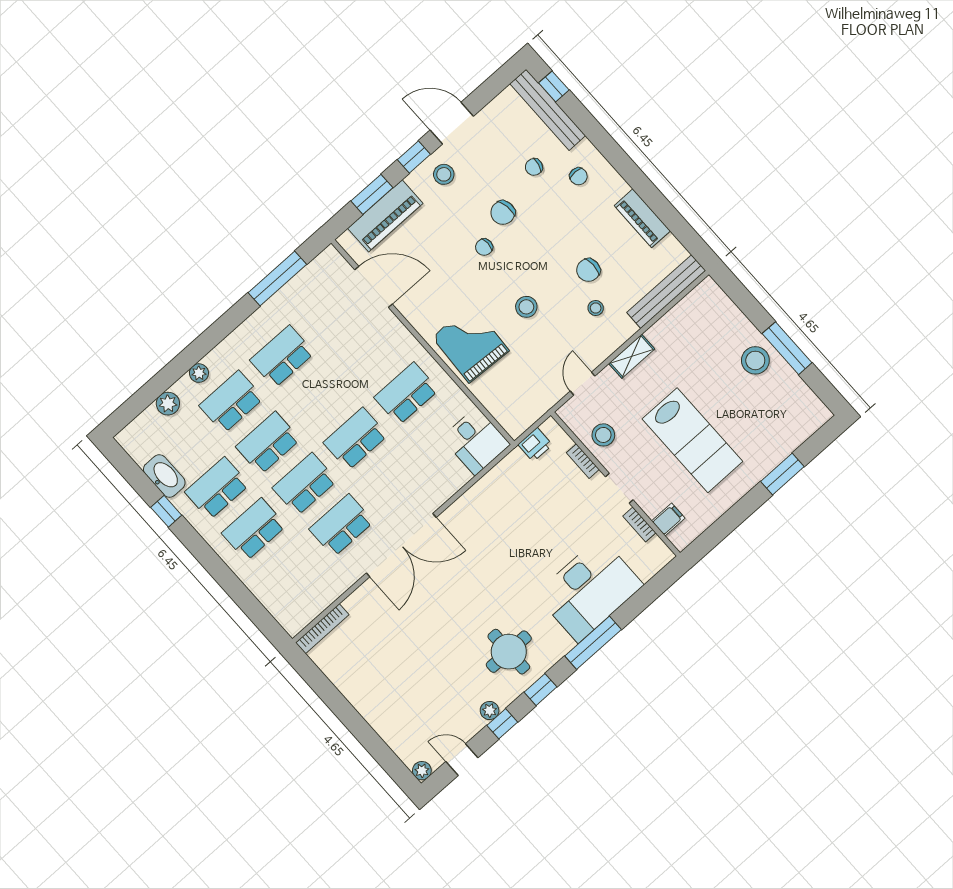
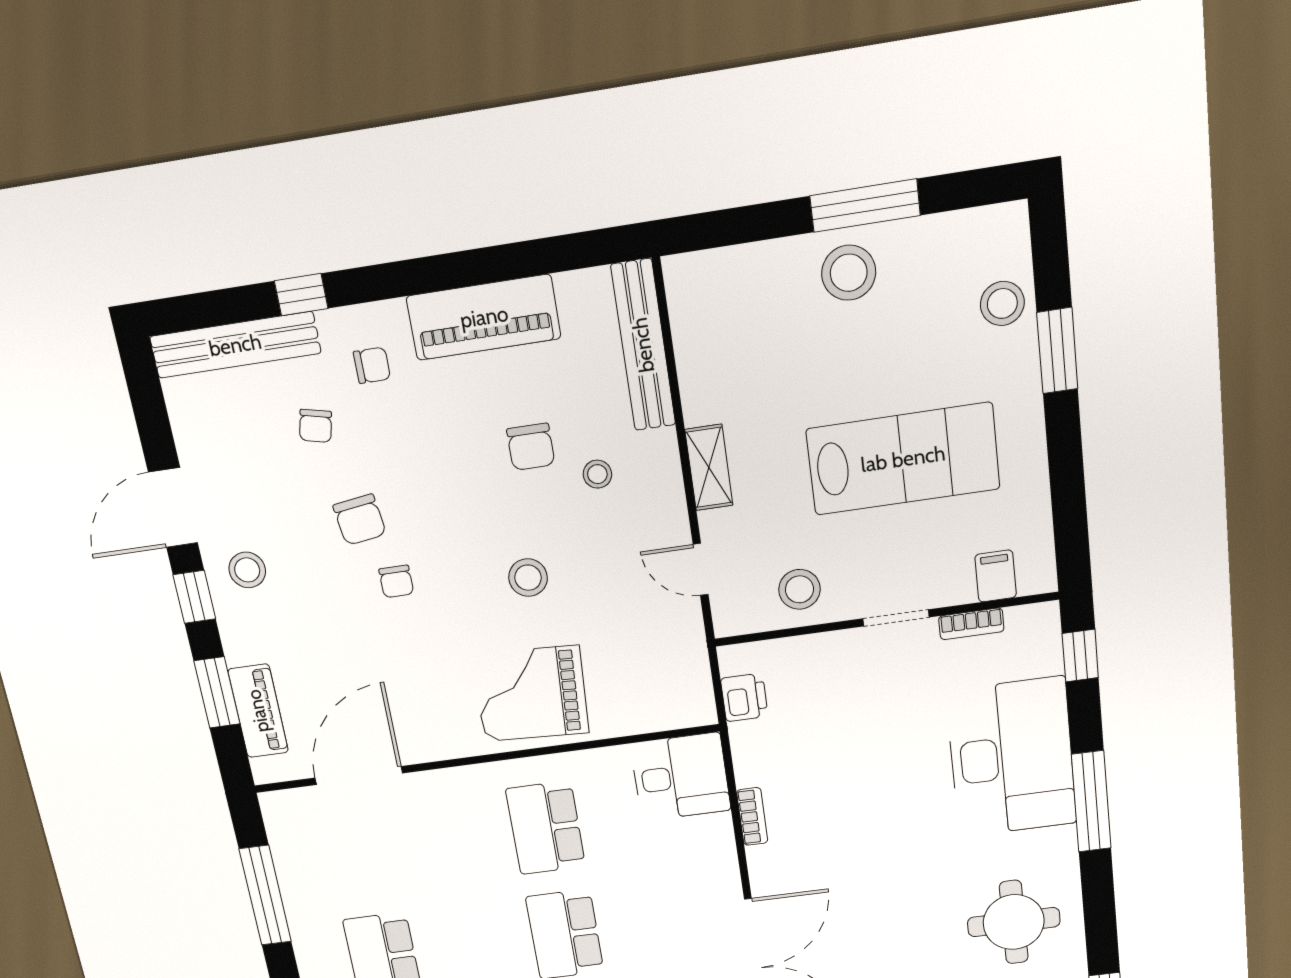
window: (554, 86) -> (301, 295), moved
piano: (385, 216) -> (258, 711), width x0.73, depth x0.75
piano: (642, 218) -> (484, 317), width x1.37, depth x1.33
stool: (786, 436) -> (1002, 303), added
bookcase: (583, 461) -> (752, 817), moved, turned -90
window: (541, 690) -> (1080, 656), moved

